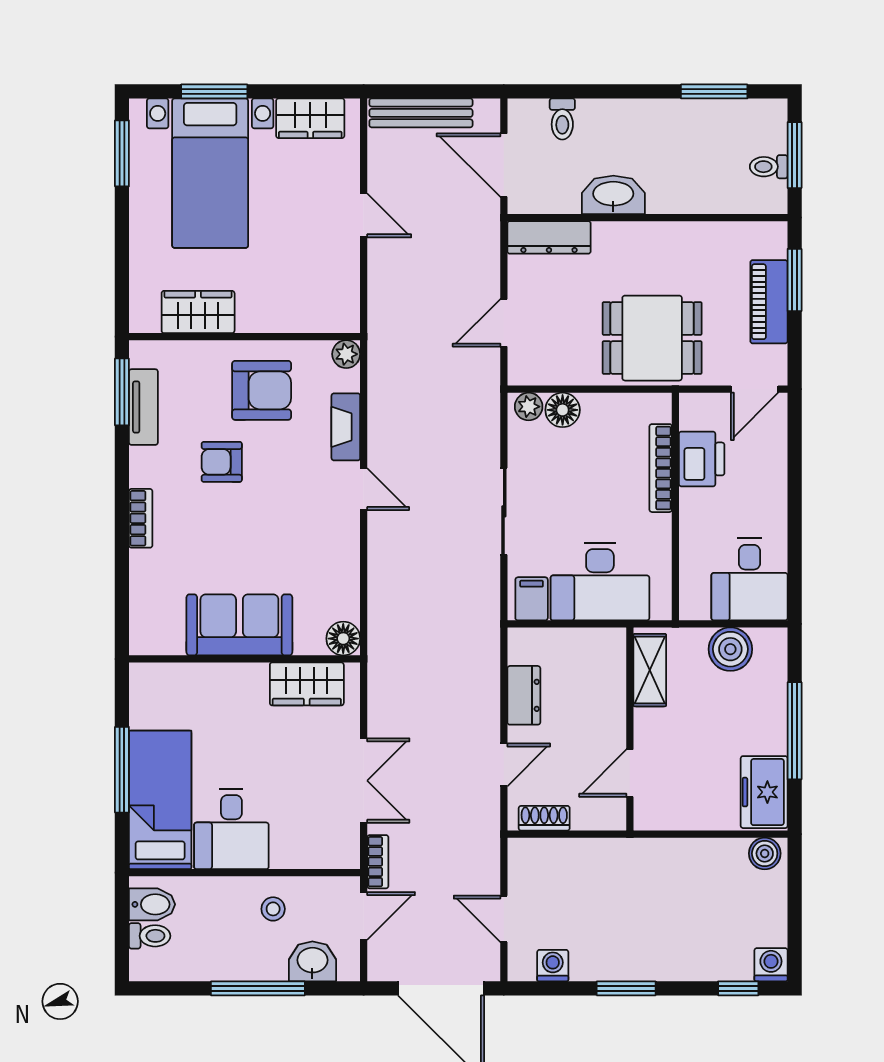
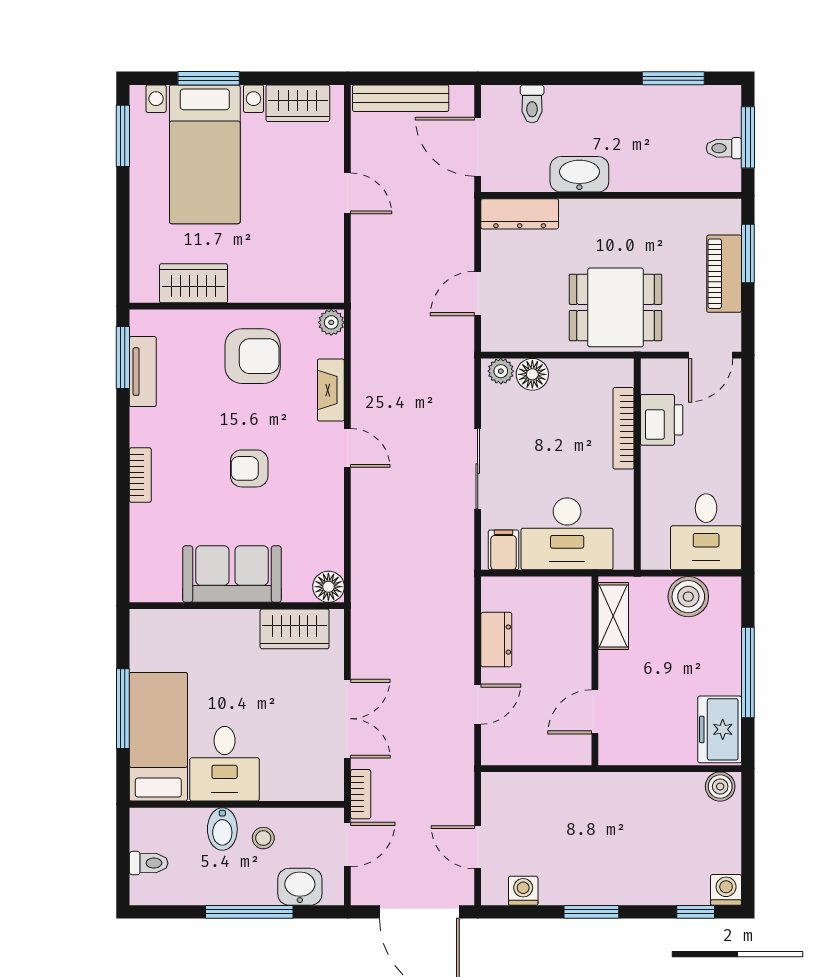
armchair: (222, 462) -> (249, 468), moved
shoe rack: (544, 818) -> (515, 754), removed
bidet: (152, 904) -> (222, 829), moved, turned 90

